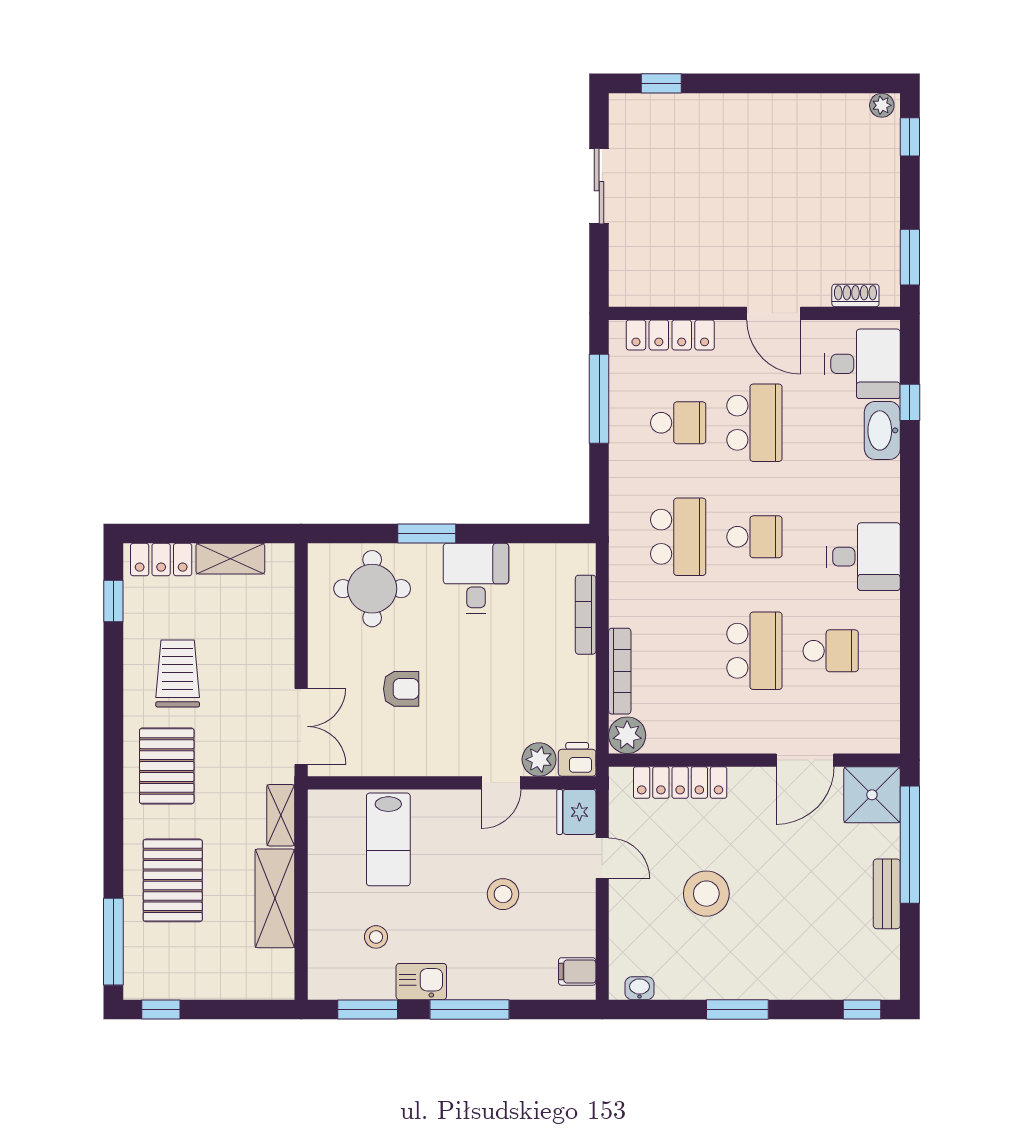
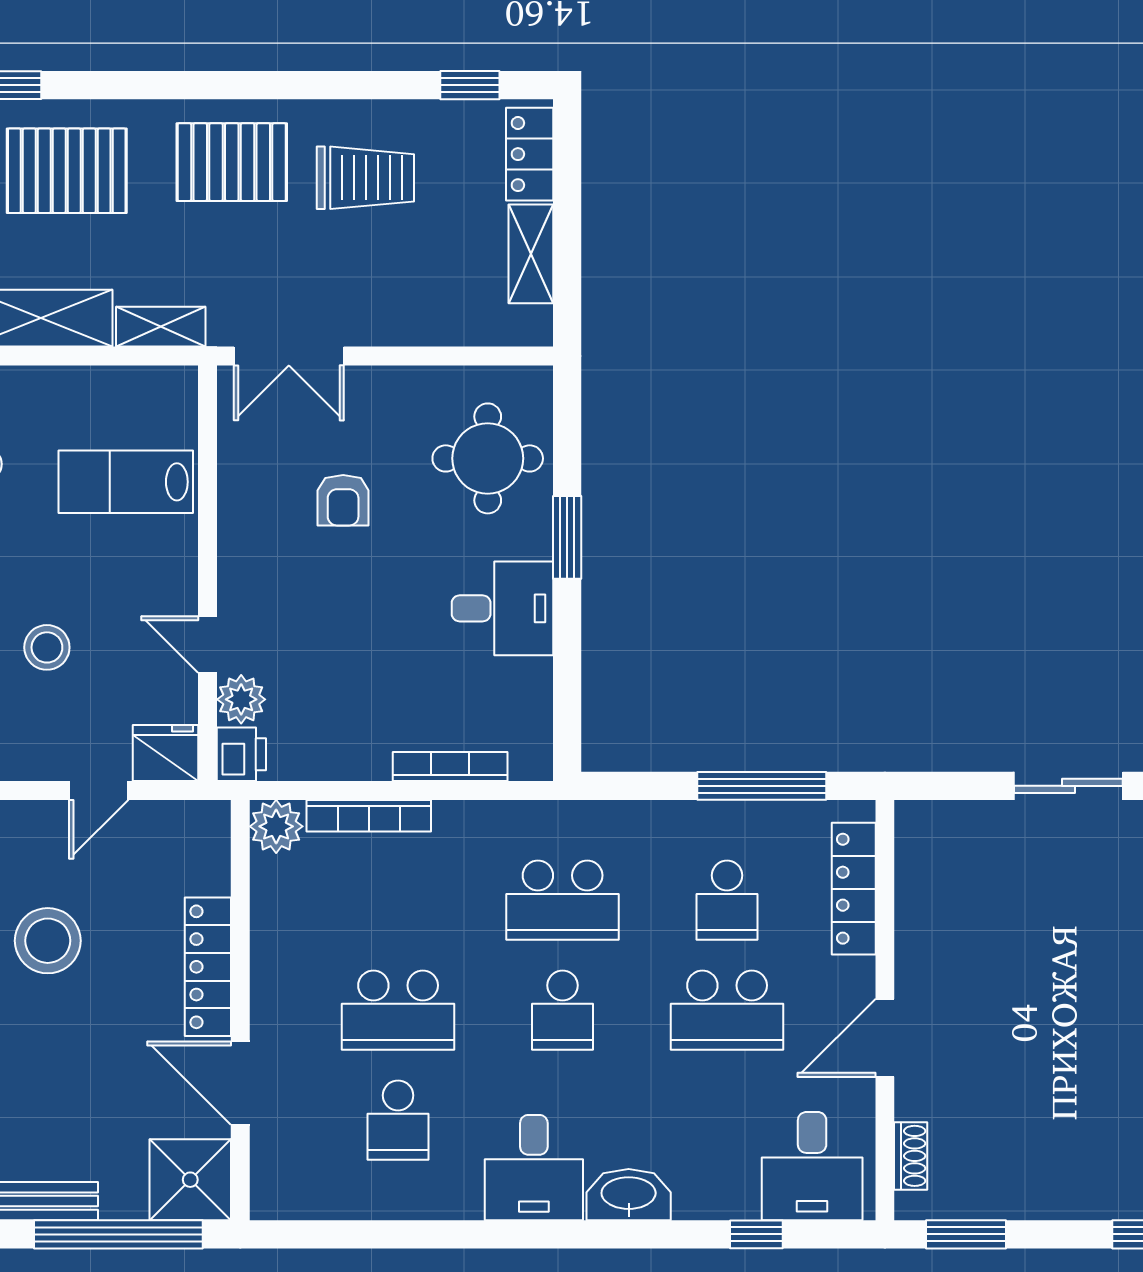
washbasin: (882, 430) -> (629, 1195), moved
locker: (680, 783) -> (208, 967), moved

